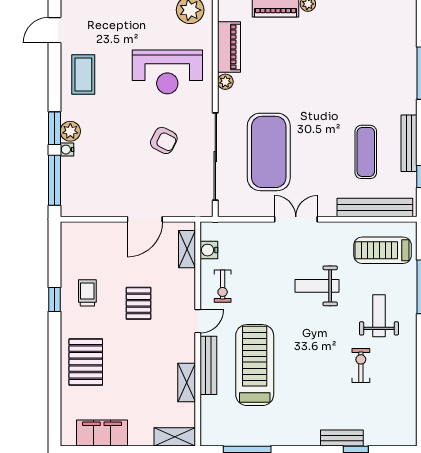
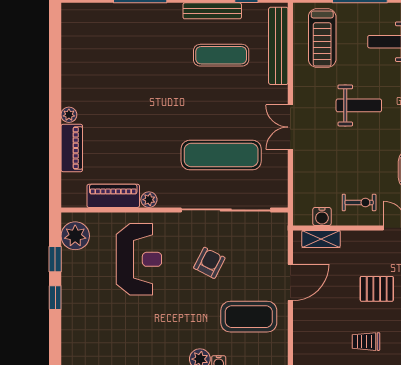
coffee table: (83, 75) -> (249, 317), moved, width x1.36, depth x1.32
exercise mat: (269, 152) -> (221, 155), width x0.68
door: (145, 219) -> (290, 282), hinge flipped
weight bench: (317, 286) -> (359, 105), turned -90

